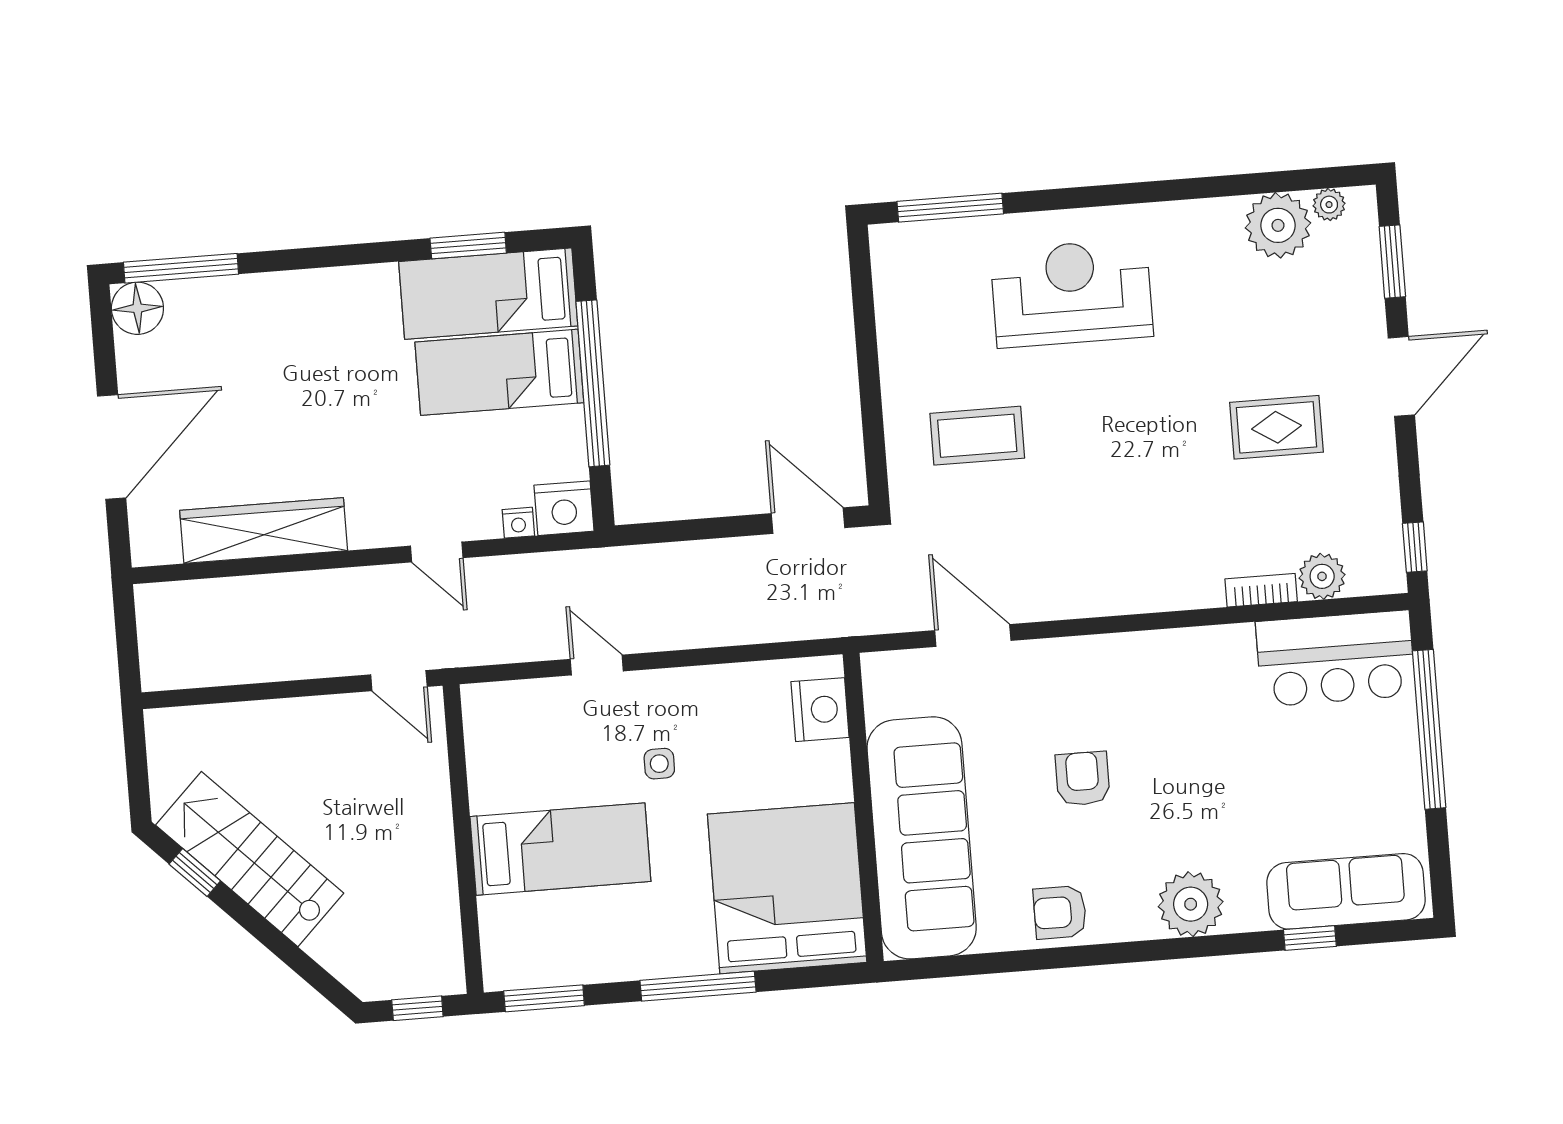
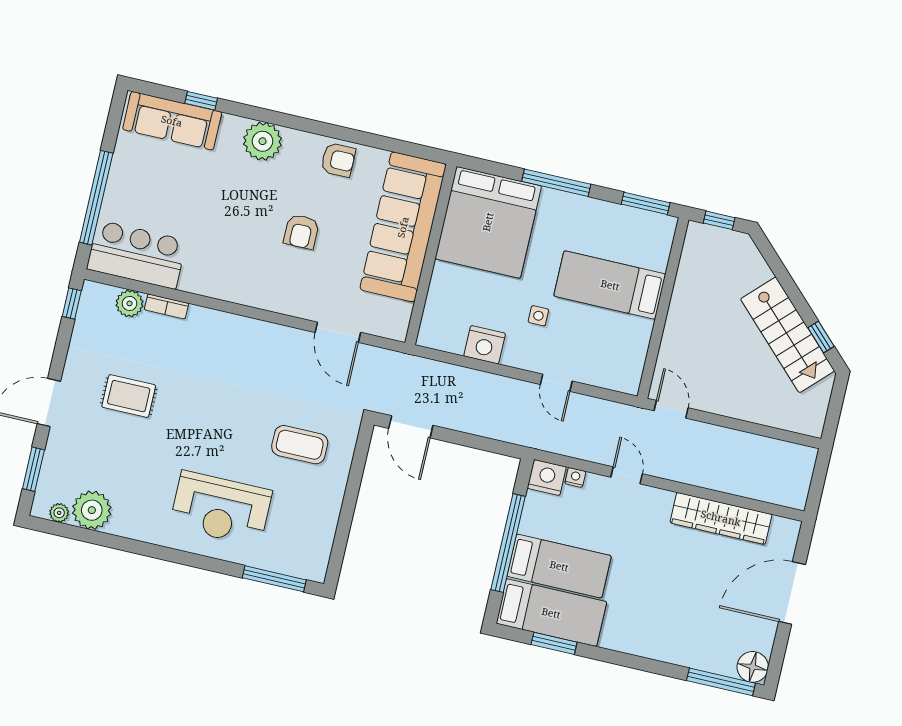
nightstand: (820, 710) -> (485, 345), moved, turned -90

